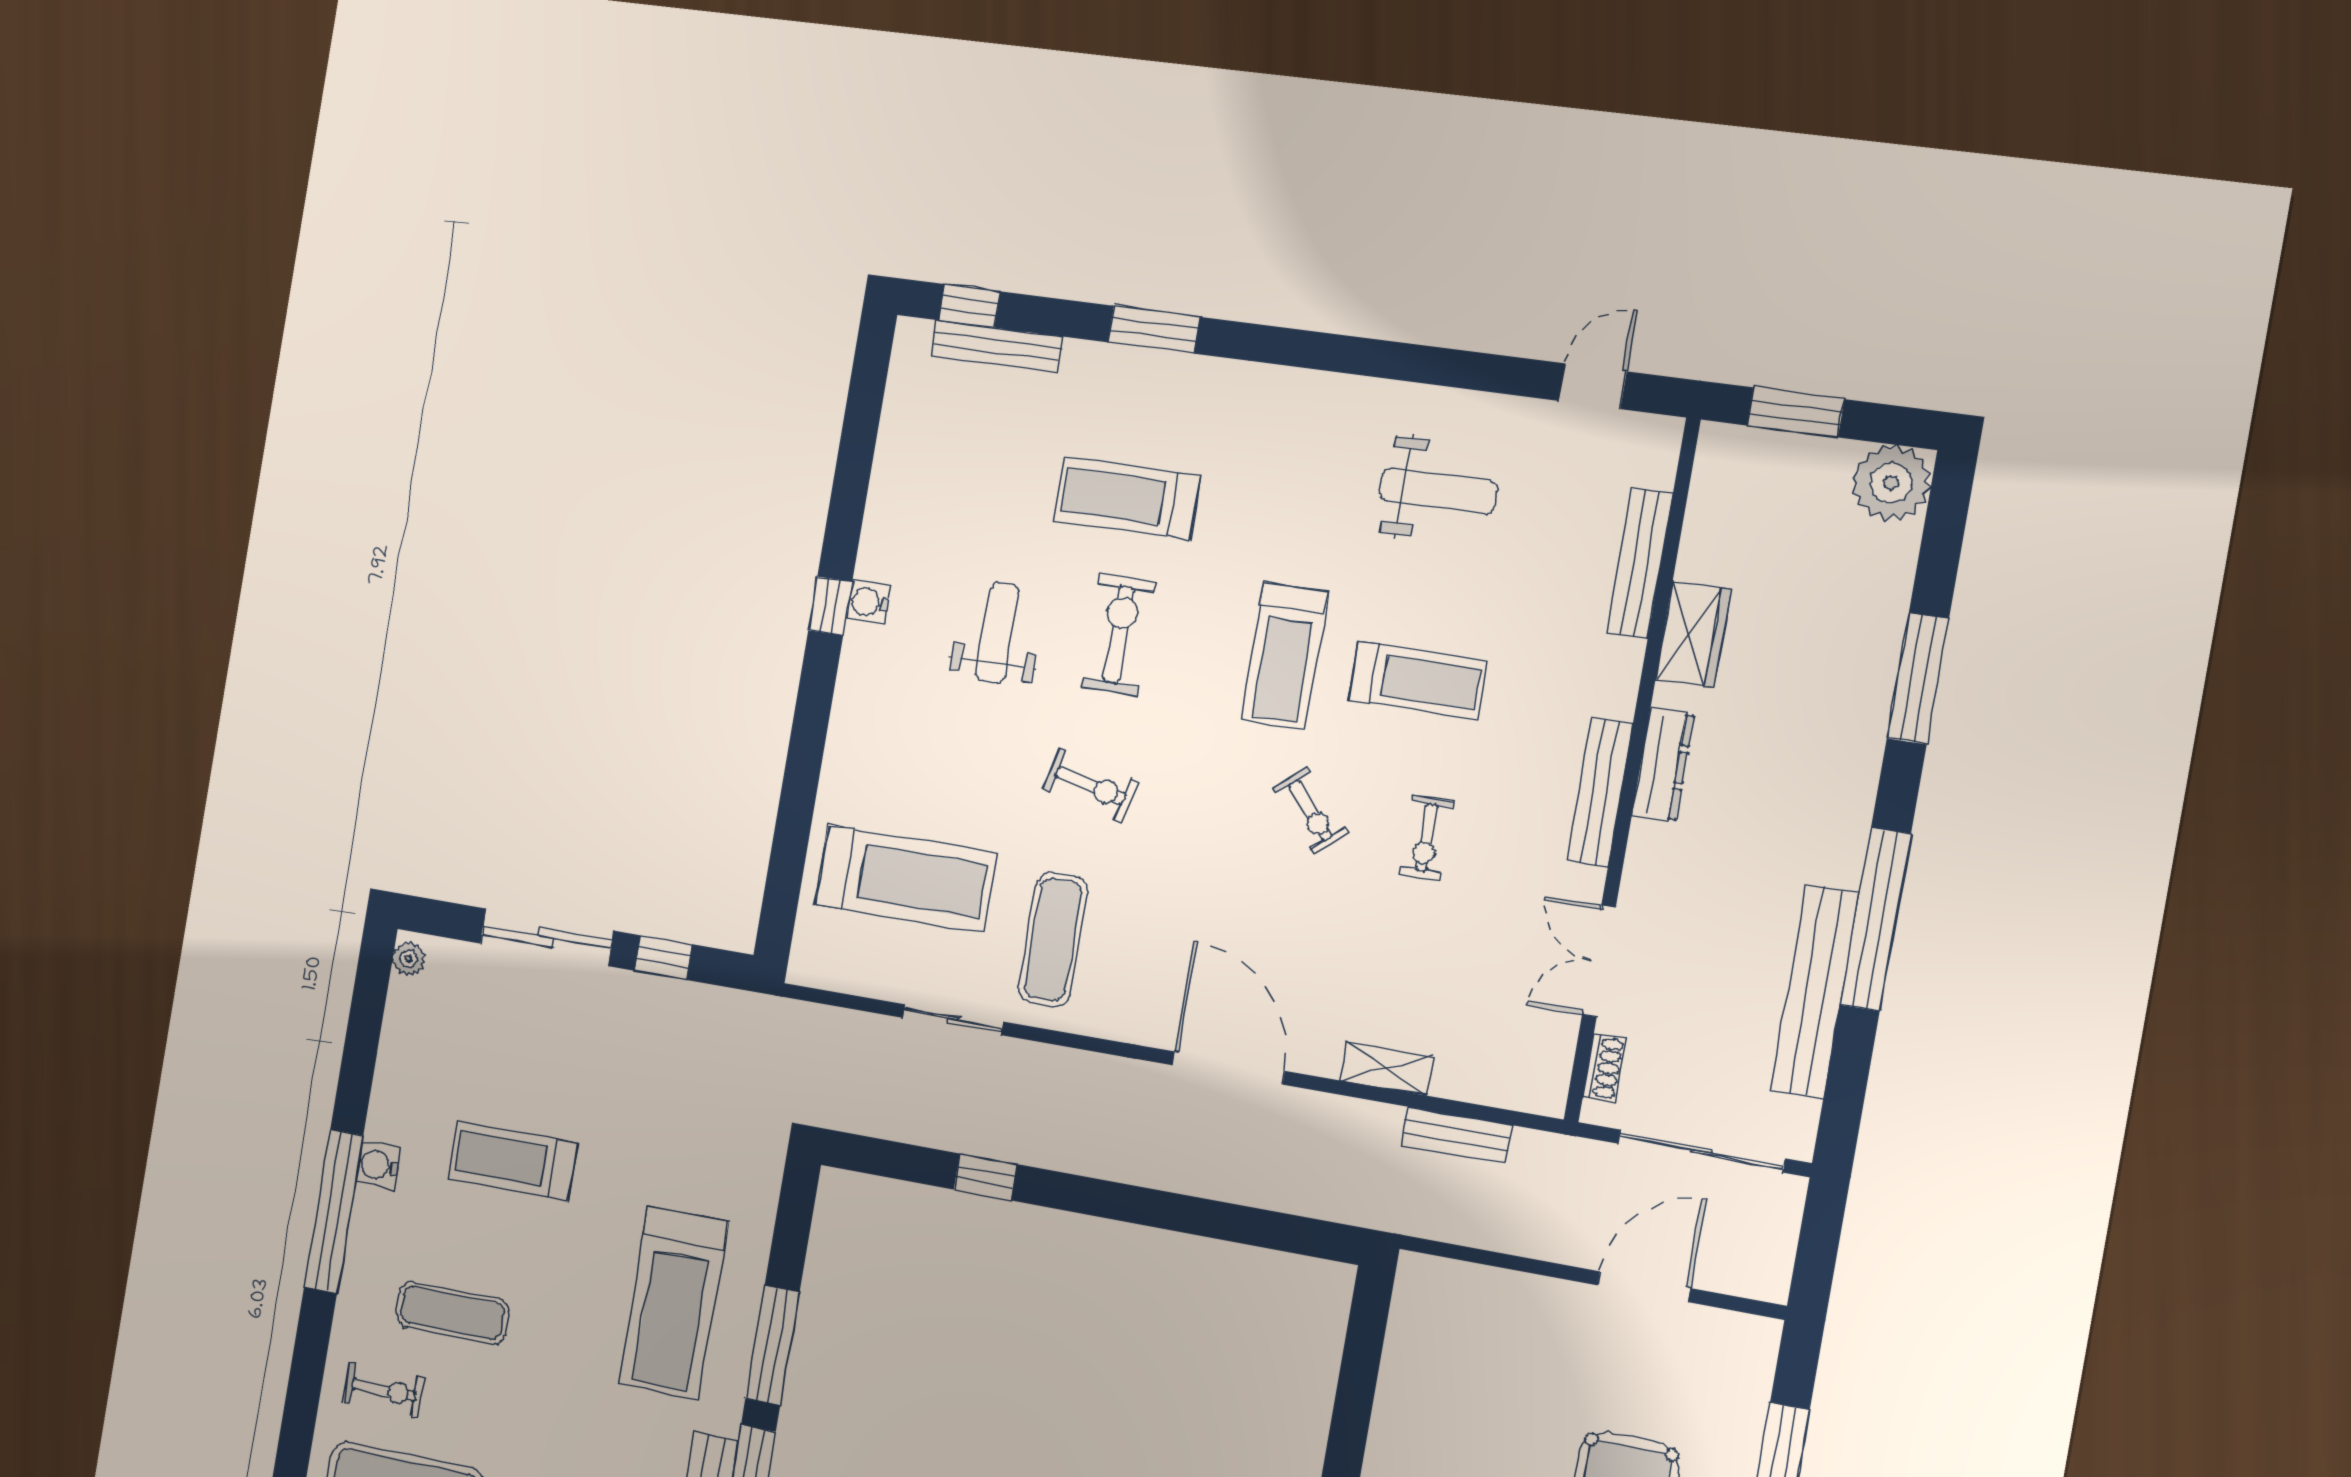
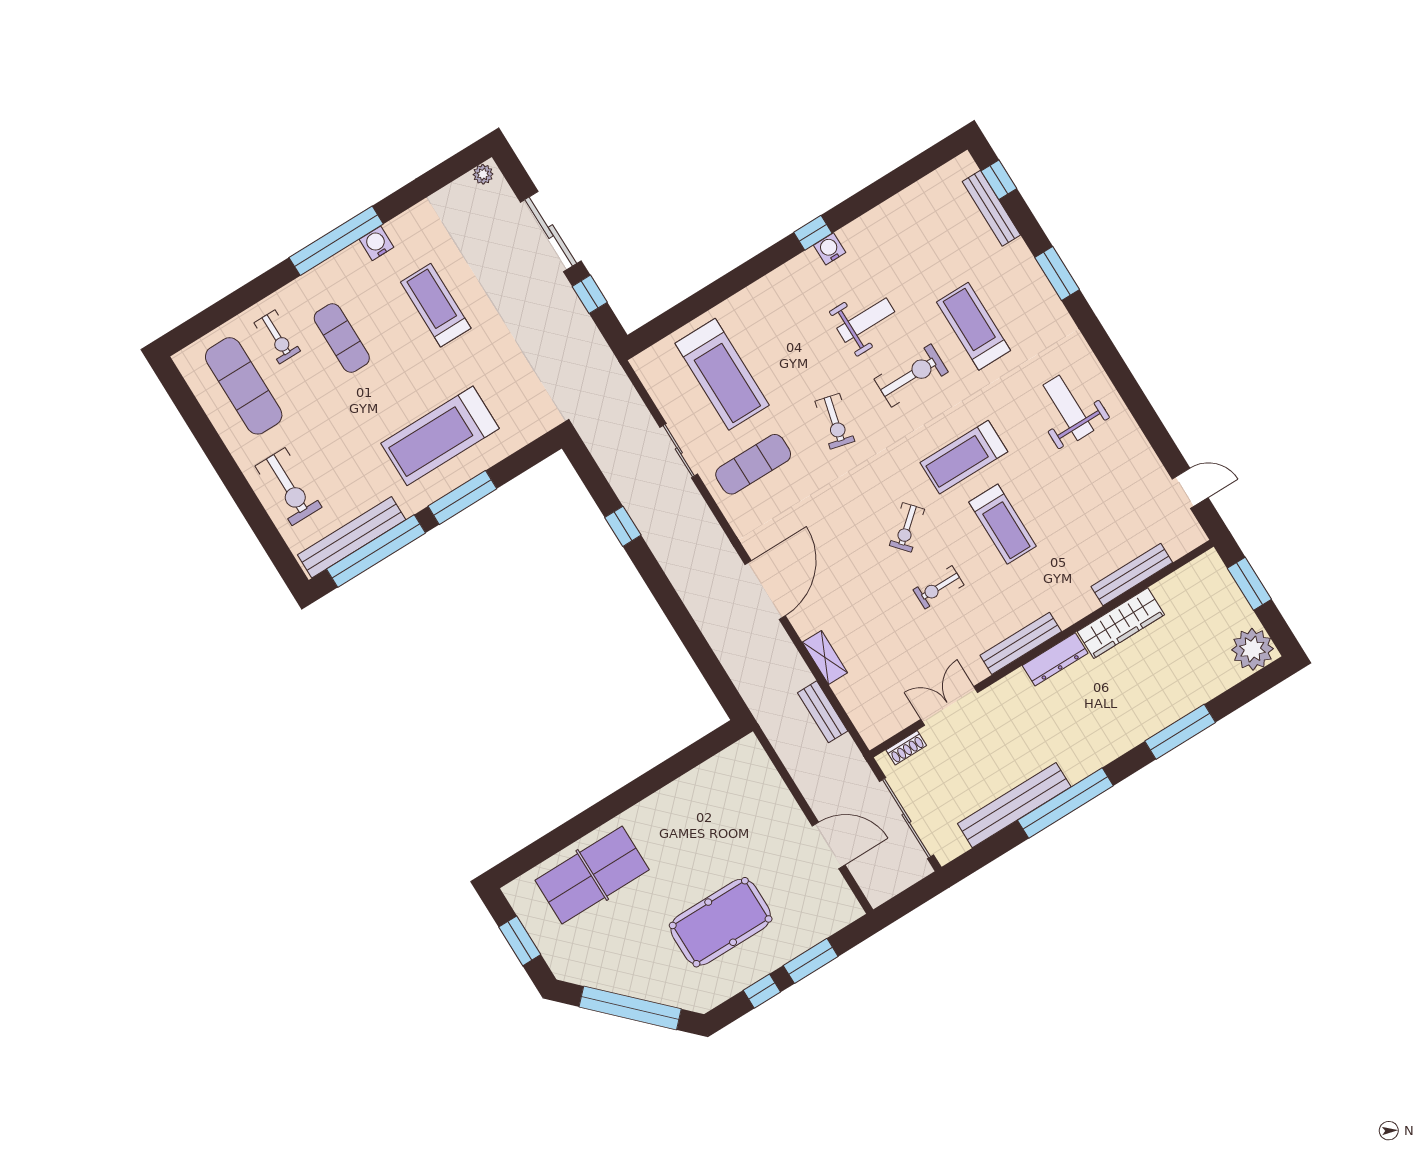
weight bench: (1438, 491) -> (1068, 408), moved, turned 180
wardrobe: (1693, 634) -> (1121, 623), width x1.50

